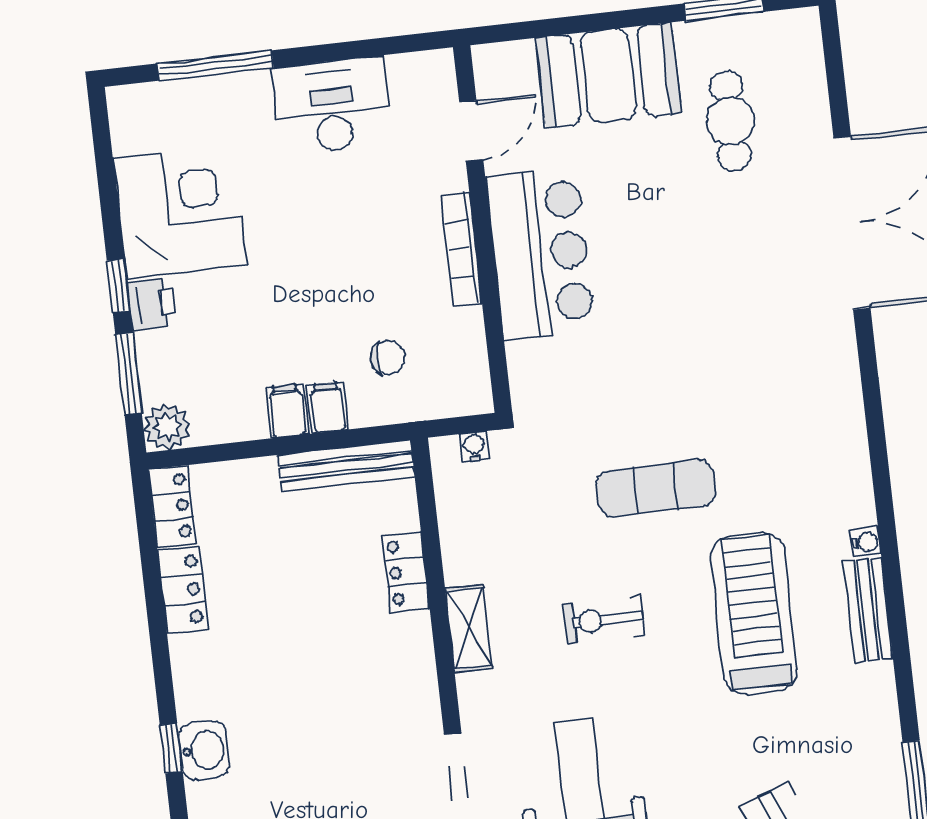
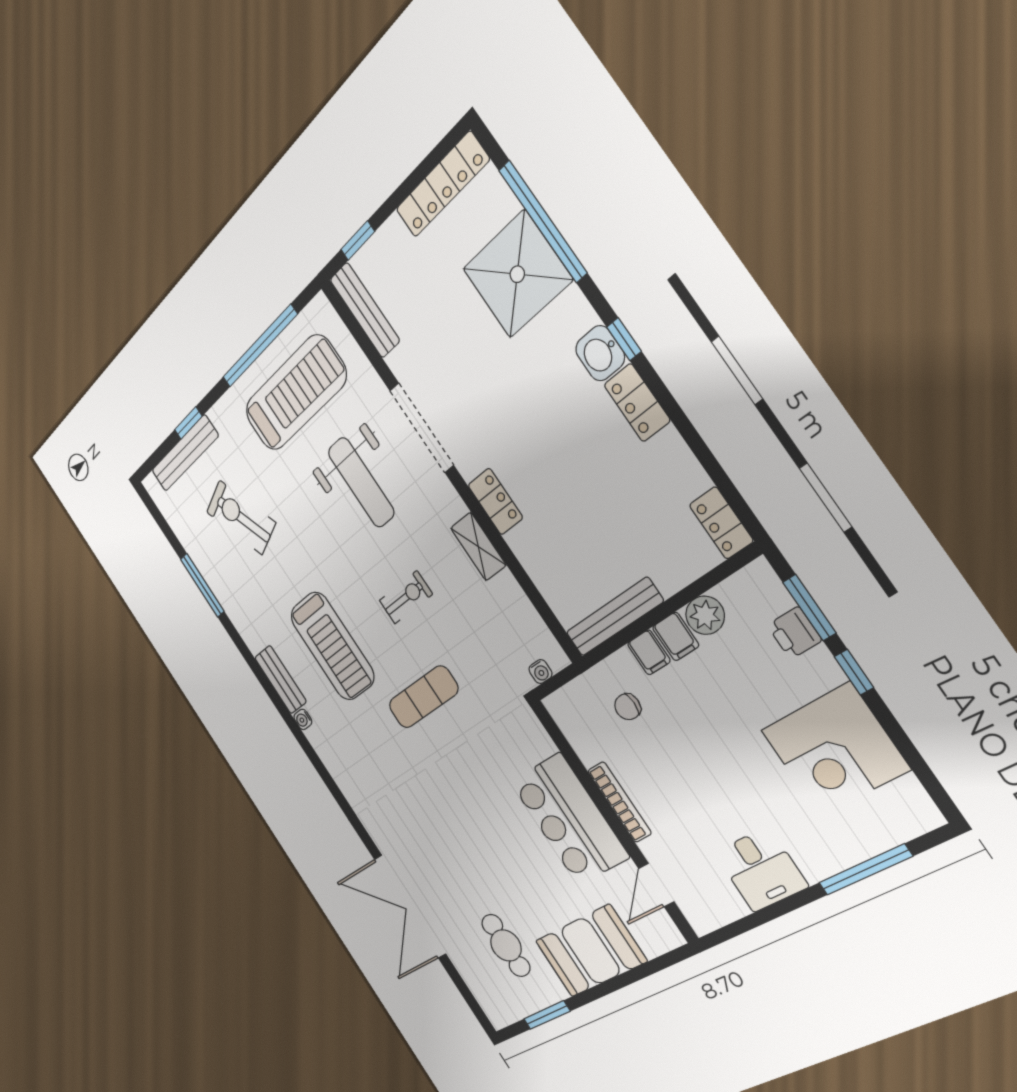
desk: (332, 106) -> (761, 870), width x0.73
printer: (152, 304) -> (794, 633), moved
plant: (167, 427) -> (705, 615), moved
locker: (406, 572) -> (495, 502), moved
locker: (183, 590) -> (637, 403), moved

